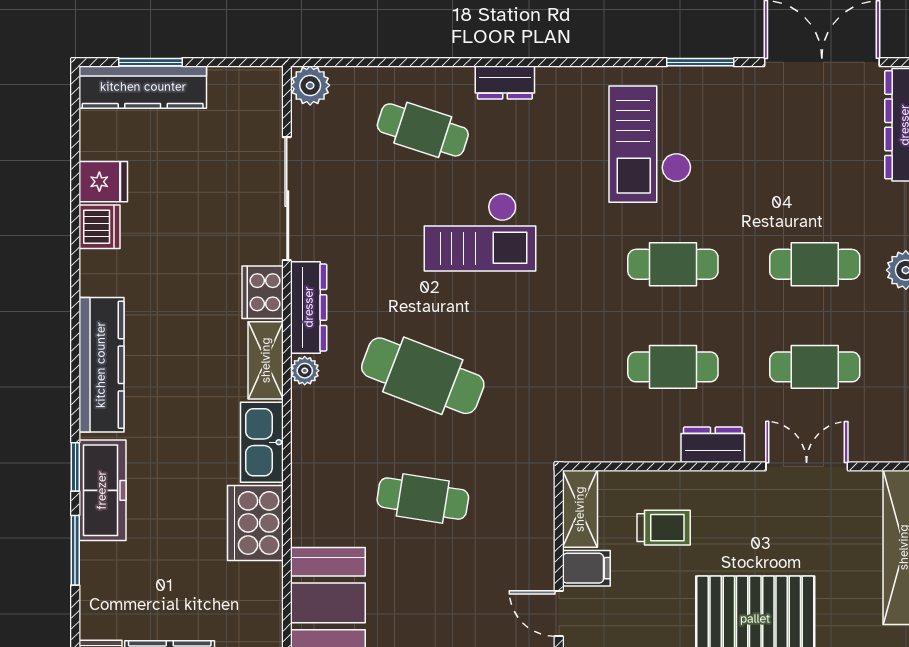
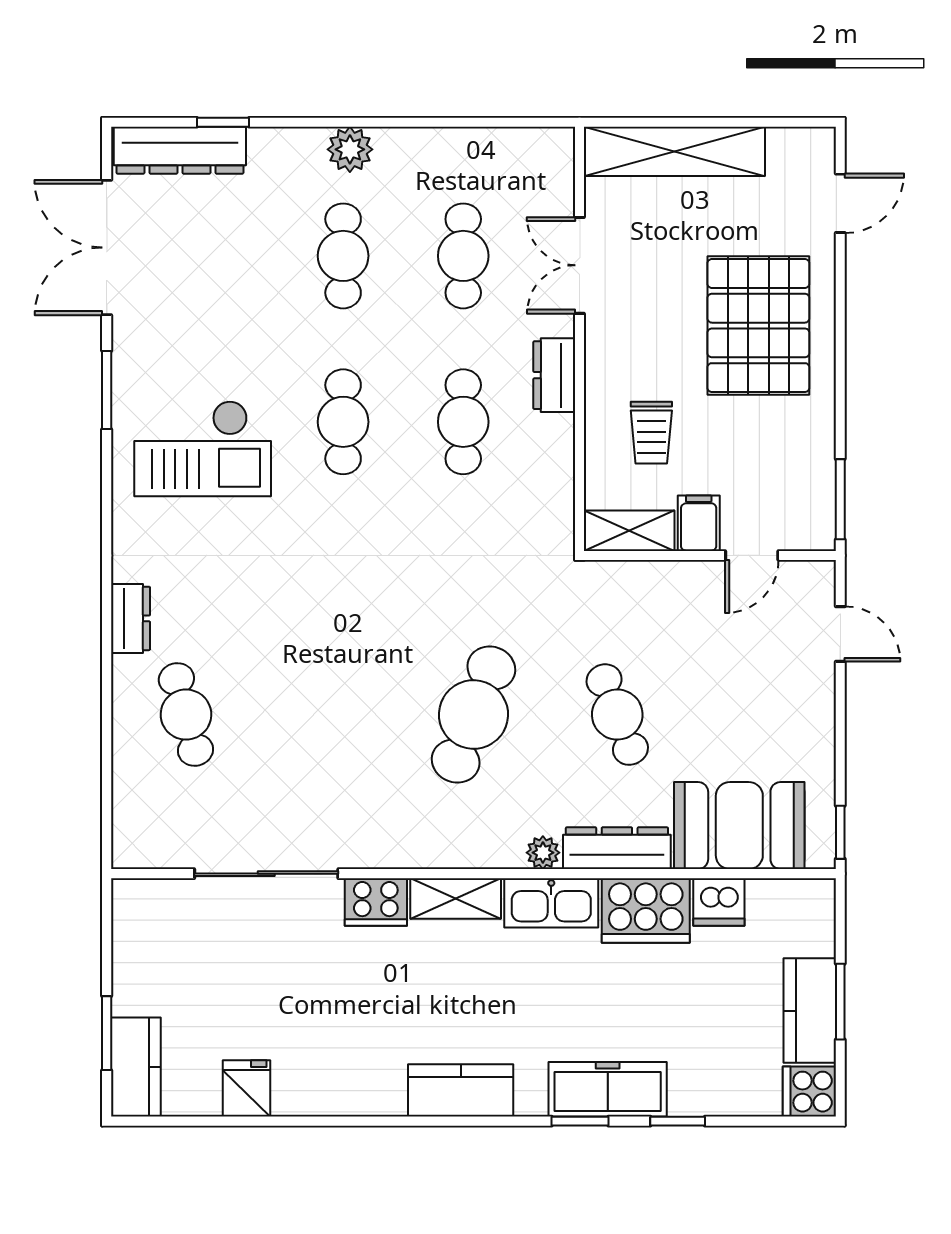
plant: (310, 85) -> (134, 846), removed
kitchen counter: (143, 87) -> (136, 1067), width x0.67
cafe table: (423, 130) -> (186, 715), turned -33
dishwasher: (99, 227) -> (719, 902), moved, turned 180
checkout: (480, 232) -> (305, 648), removed
dresser: (309, 307) -> (617, 848), moved
kitchen counter: (101, 365) -> (461, 1090), width x0.67
plant: (305, 371) -> (543, 853), moved
cafe table: (423, 499) -> (617, 715), turned -30
trolley: (664, 528) -> (651, 433), turned 180
window: (75, 550) -> (678, 1121), width x0.67

